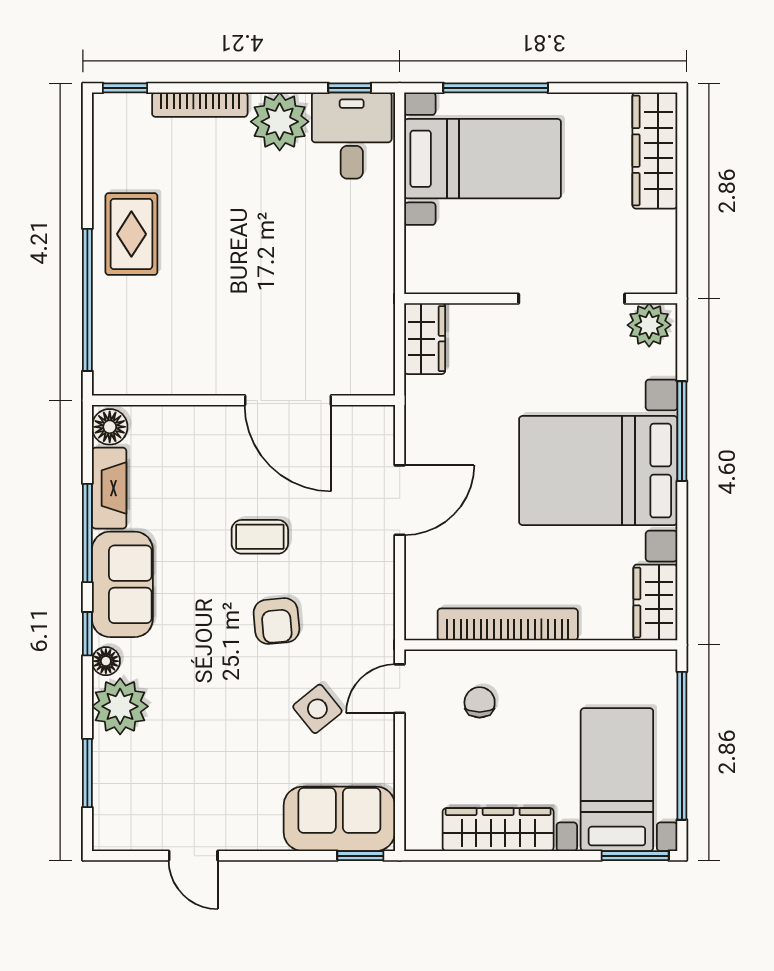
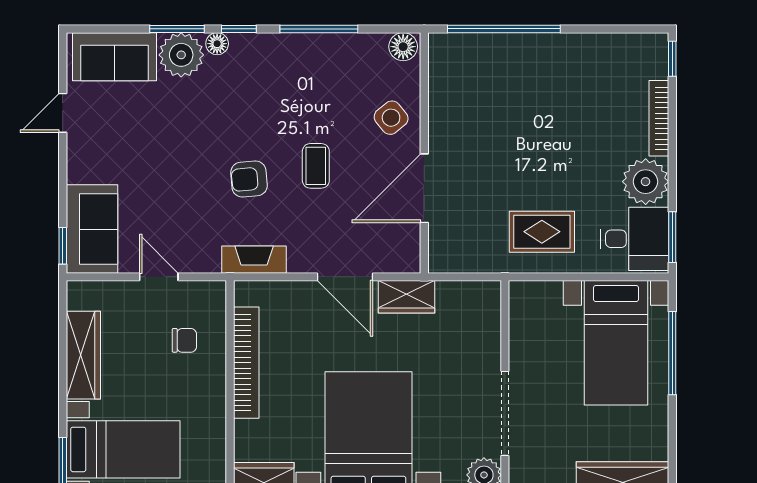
window: (350, 88) -> (672, 237), width x1.50
rug: (131, 234) -> (542, 232), moved
wardrobe: (425, 339) -> (407, 297), moved
fireplace: (109, 488) -> (254, 260), moved, turned 180
sofa: (122, 584) -> (115, 57), moved
door: (400, 689) -> (159, 277), moved
side table: (317, 709) -> (391, 118), moved
window: (87, 773) -> (177, 29), moved

